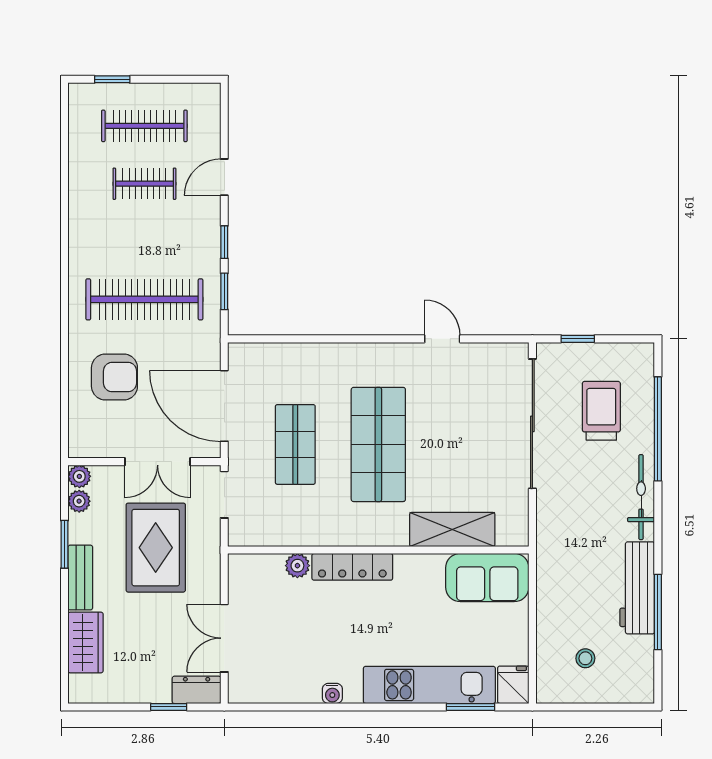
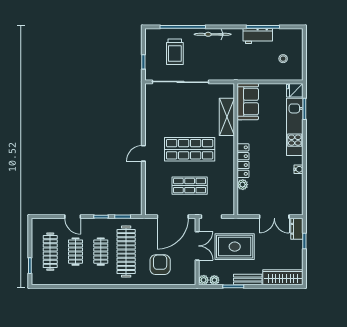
clothes rail: (144, 242) -> (101, 252), added
door: (442, 339) -> (143, 153), moved
trolley: (601, 411) -> (175, 52), turned -90
workbench: (637, 588) -> (258, 36), width x0.73
wardrobe: (86, 643) -> (283, 277), width x1.50

